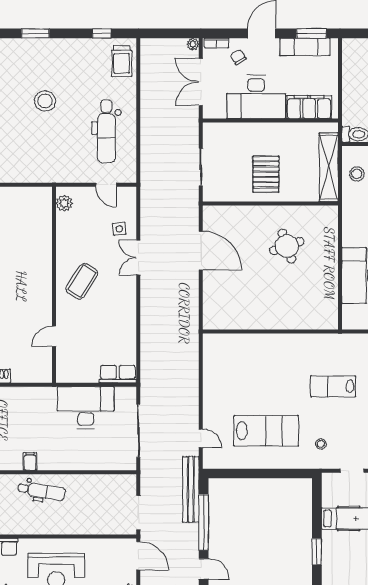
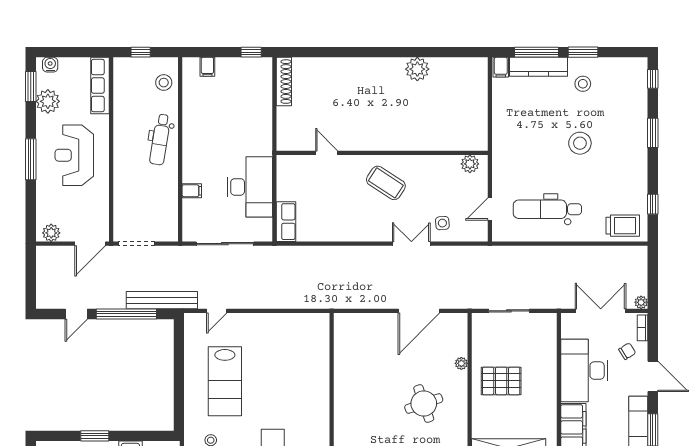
trolley: (122, 61) -> (623, 226), turned 180
plant: (250, 211) -> (461, 363), added
filing cabinet: (30, 462) -> (192, 191), moved

